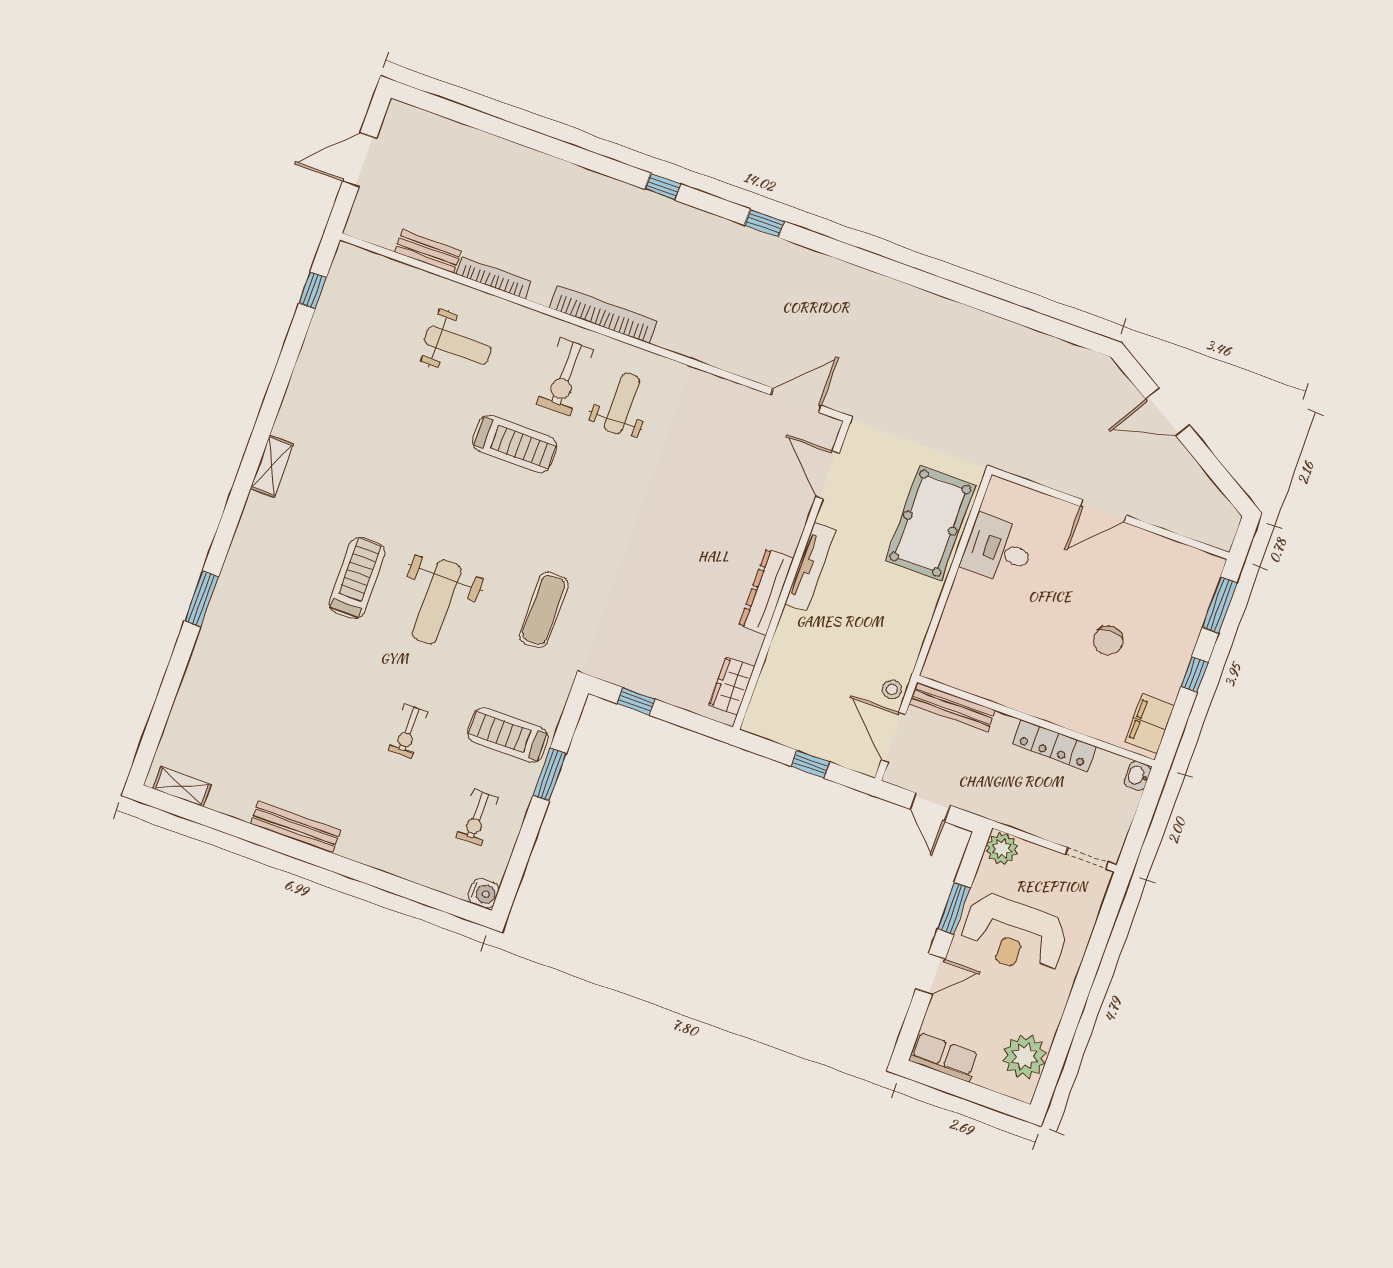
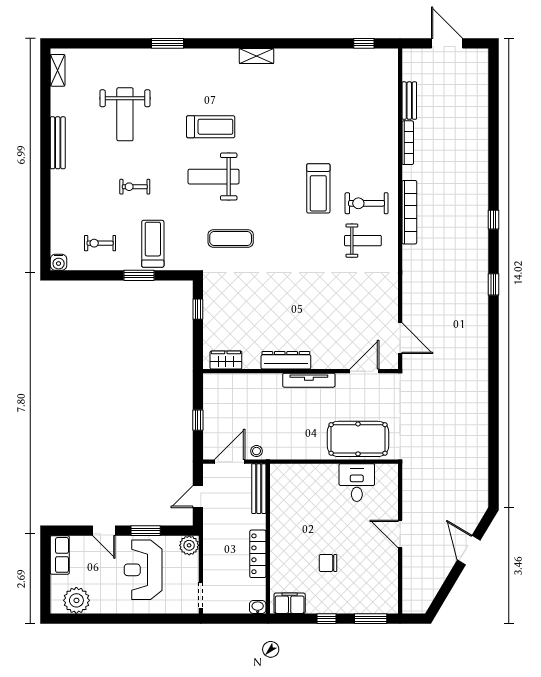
weight bench: (458, 345) -> (125, 114), moved, width x1.36, depth x1.33

